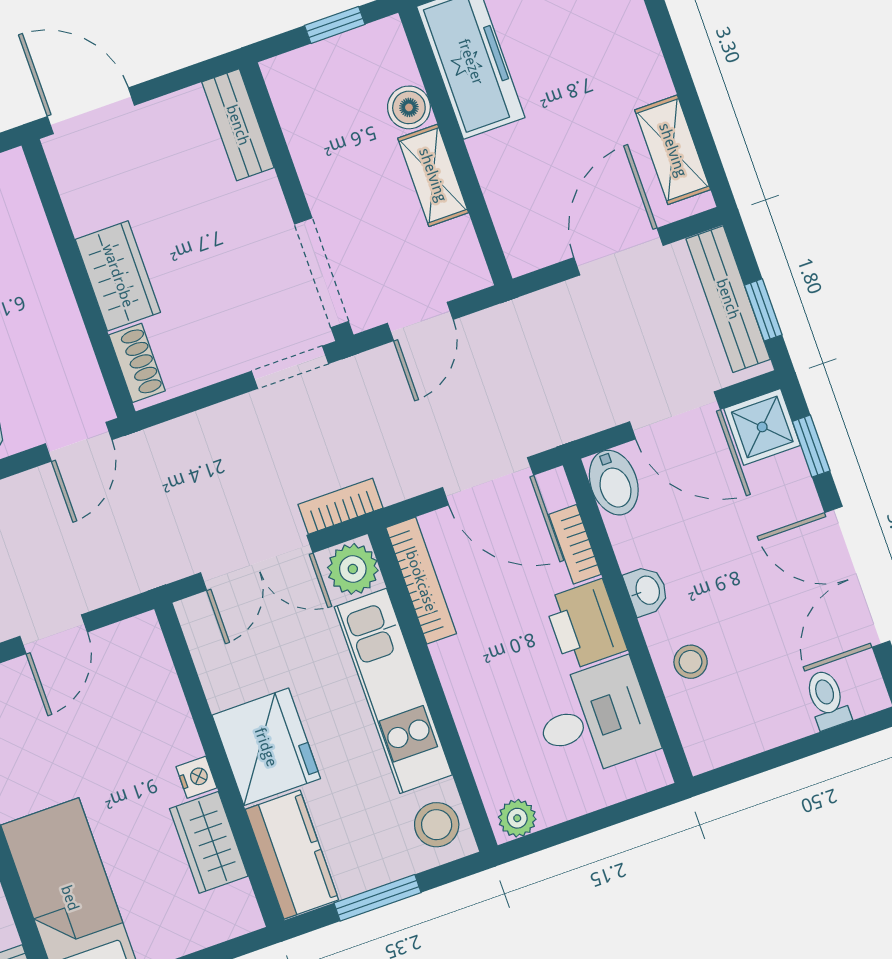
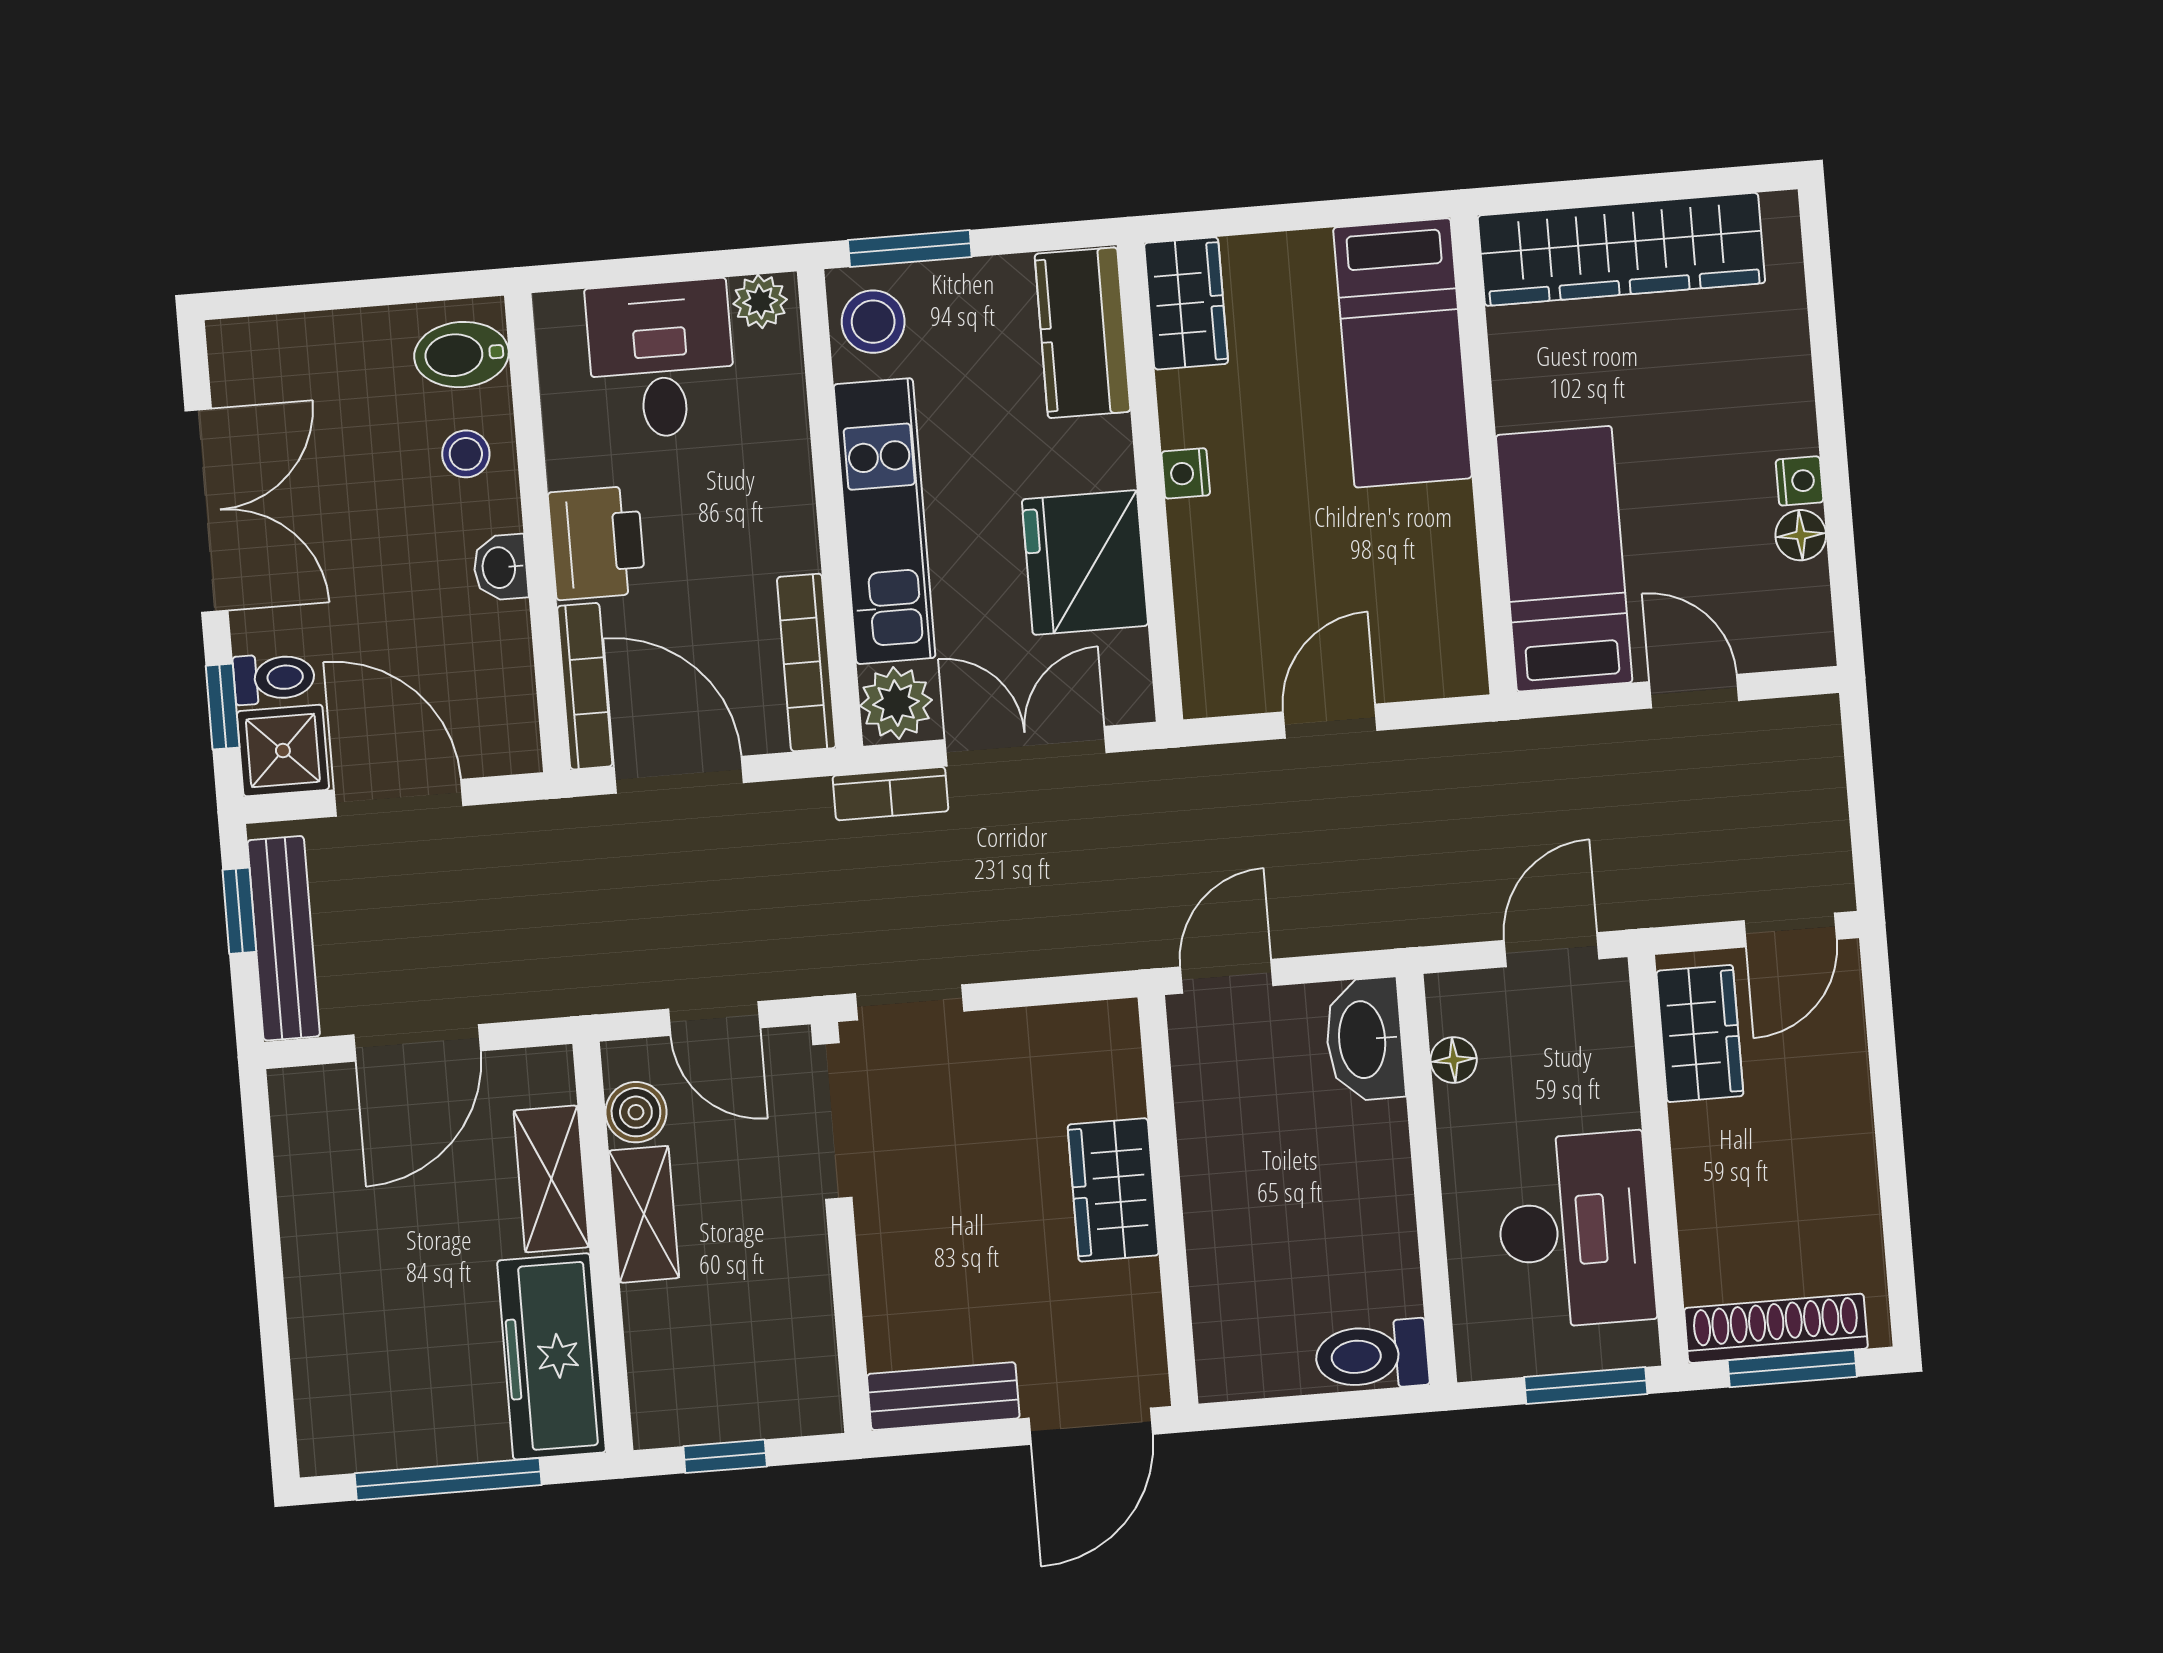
boiler: (409, 107) -> (636, 1112), moved
door: (91, 111) -> (1091, 1426), hinge flipped
bench: (238, 125) -> (943, 1396), moved, turned 90
shelving: (673, 150) -> (551, 1179), moved
door: (420, 321) -> (714, 1018), swing flipped
shoe rack: (137, 363) -> (1118, 1064), removed
bidet: (614, 483) -> (461, 355), moved, turned -90
bookcase: (575, 544) -> (585, 686), width x1.56
toilet: (827, 699) -> (274, 678), moved, turned -90
desk: (595, 719) -> (661, 359), moved, turned 90
fridge: (266, 747) -> (1085, 563), moved
wardrobe: (209, 842) -> (1186, 303), moved
window: (378, 898) -> (910, 248), moved

